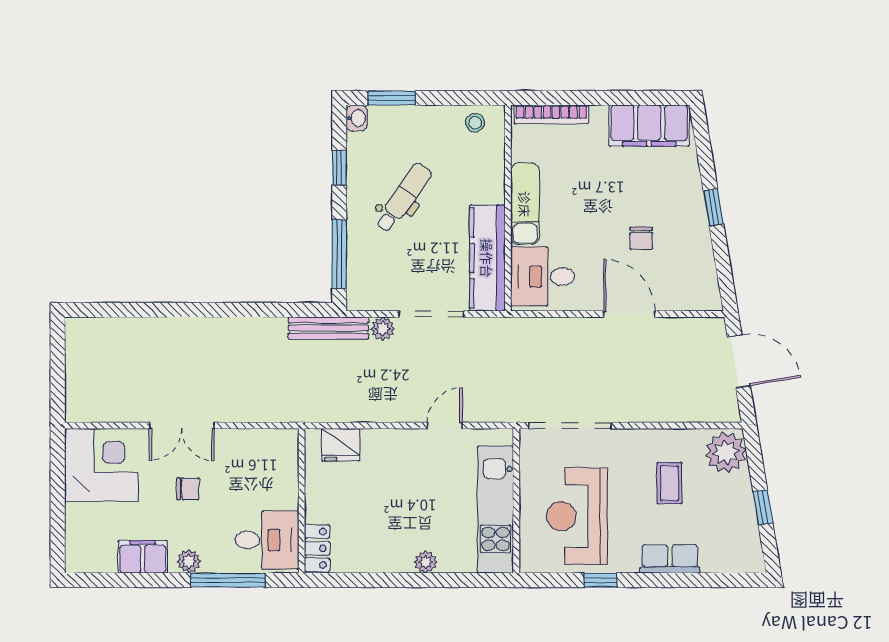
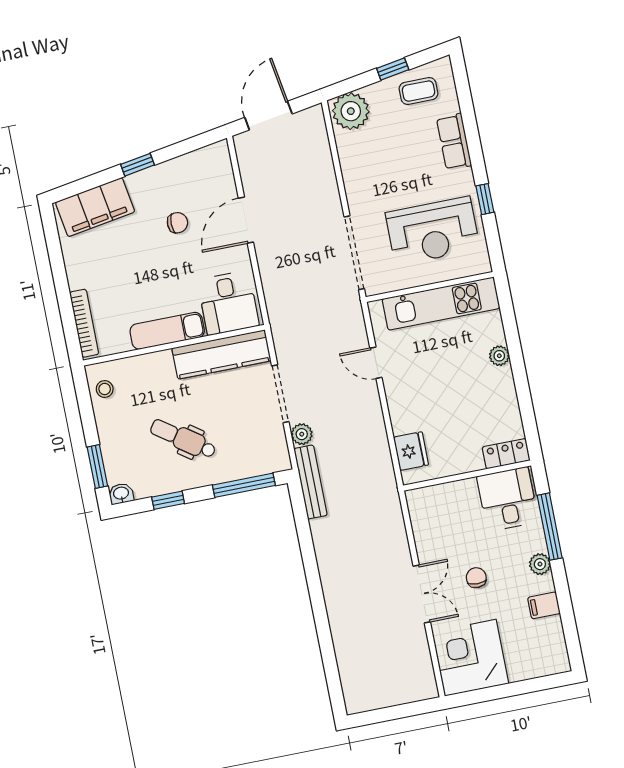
filing cabinet: (649, 126) -> (95, 207), moved, turned 81
coffee table: (669, 483) -> (418, 91), moved
filing cabinet: (143, 557) -> (544, 605), width x0.50

